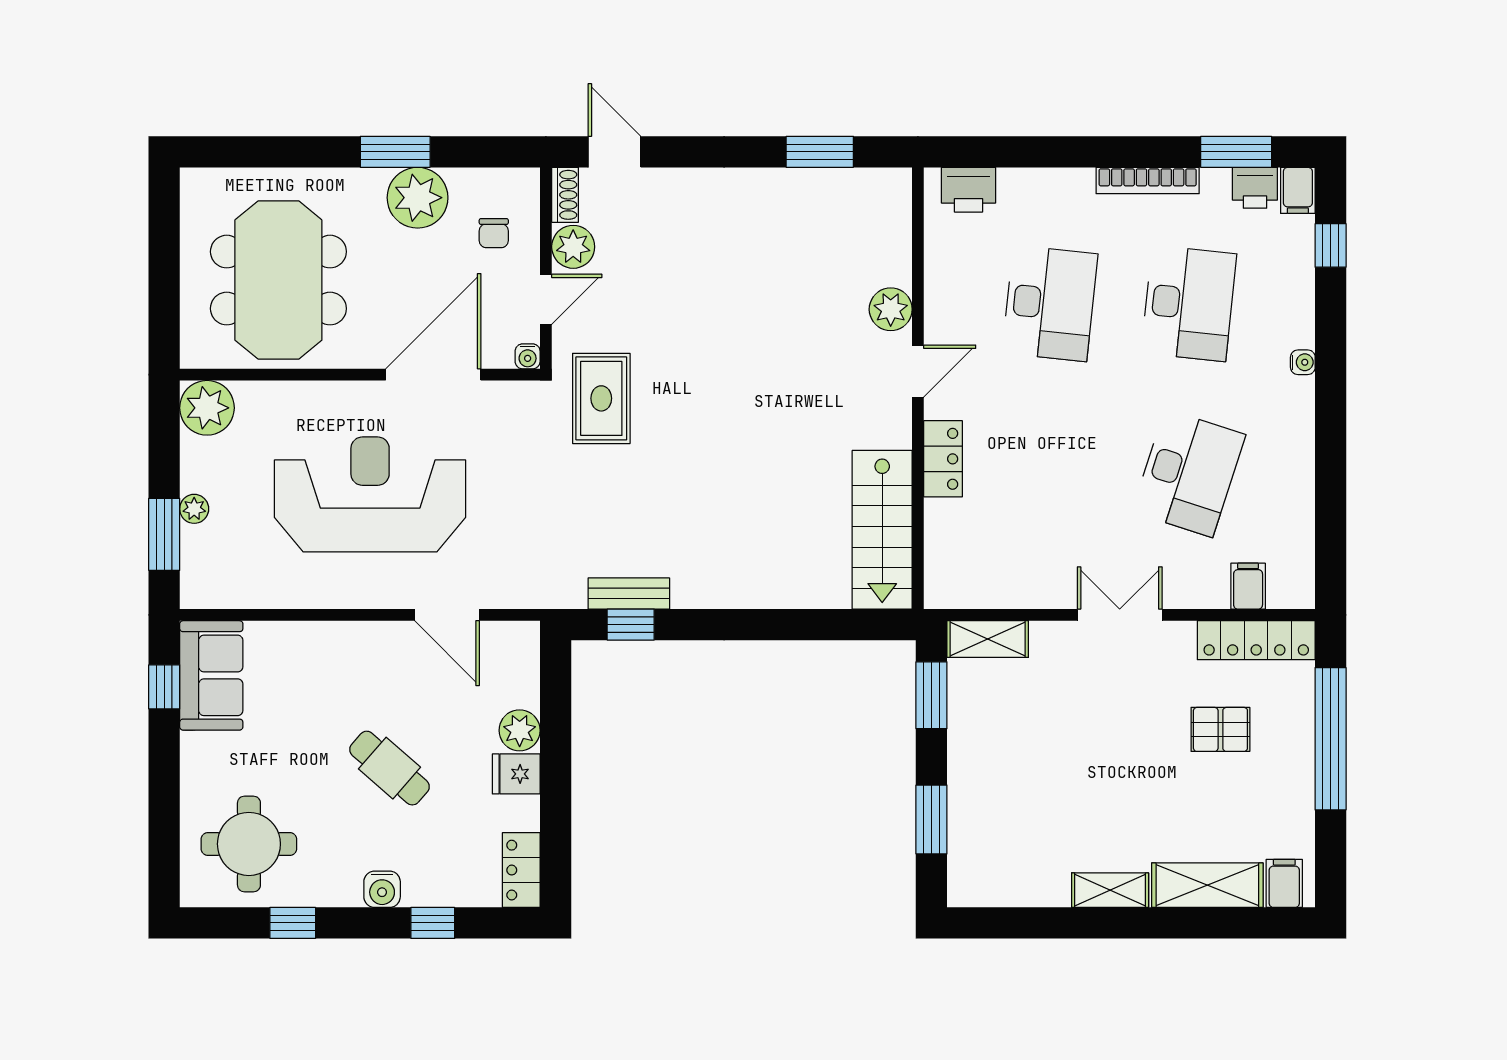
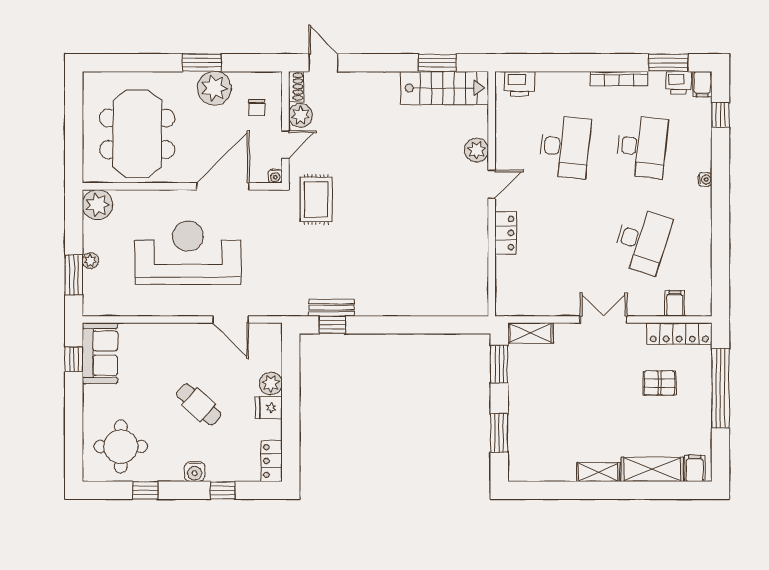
stairs: (882, 530) -> (444, 88), moved, turned -90

